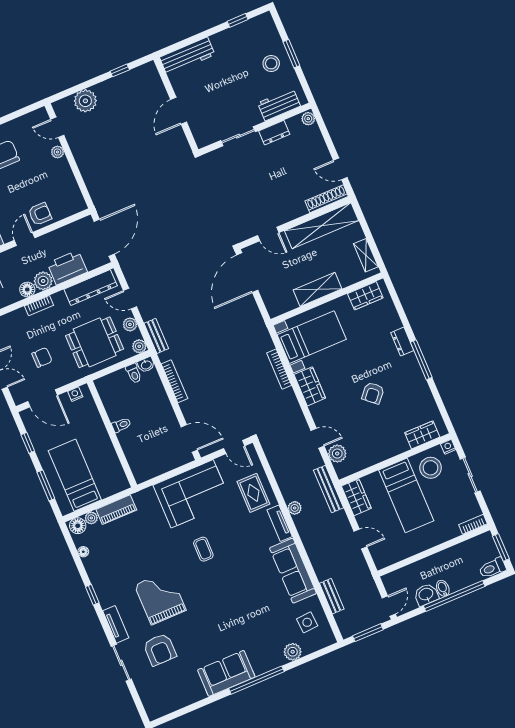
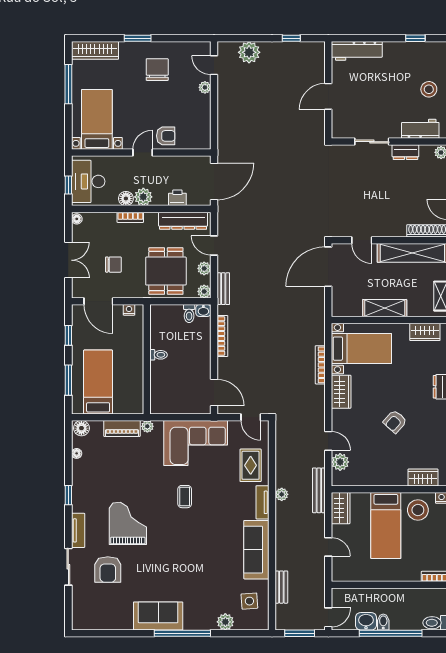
printer: (67, 268) -> (177, 198), width x0.53, depth x0.68
dining table: (95, 342) -> (166, 271), turned 90
plant: (91, 518) -> (147, 426), moved

